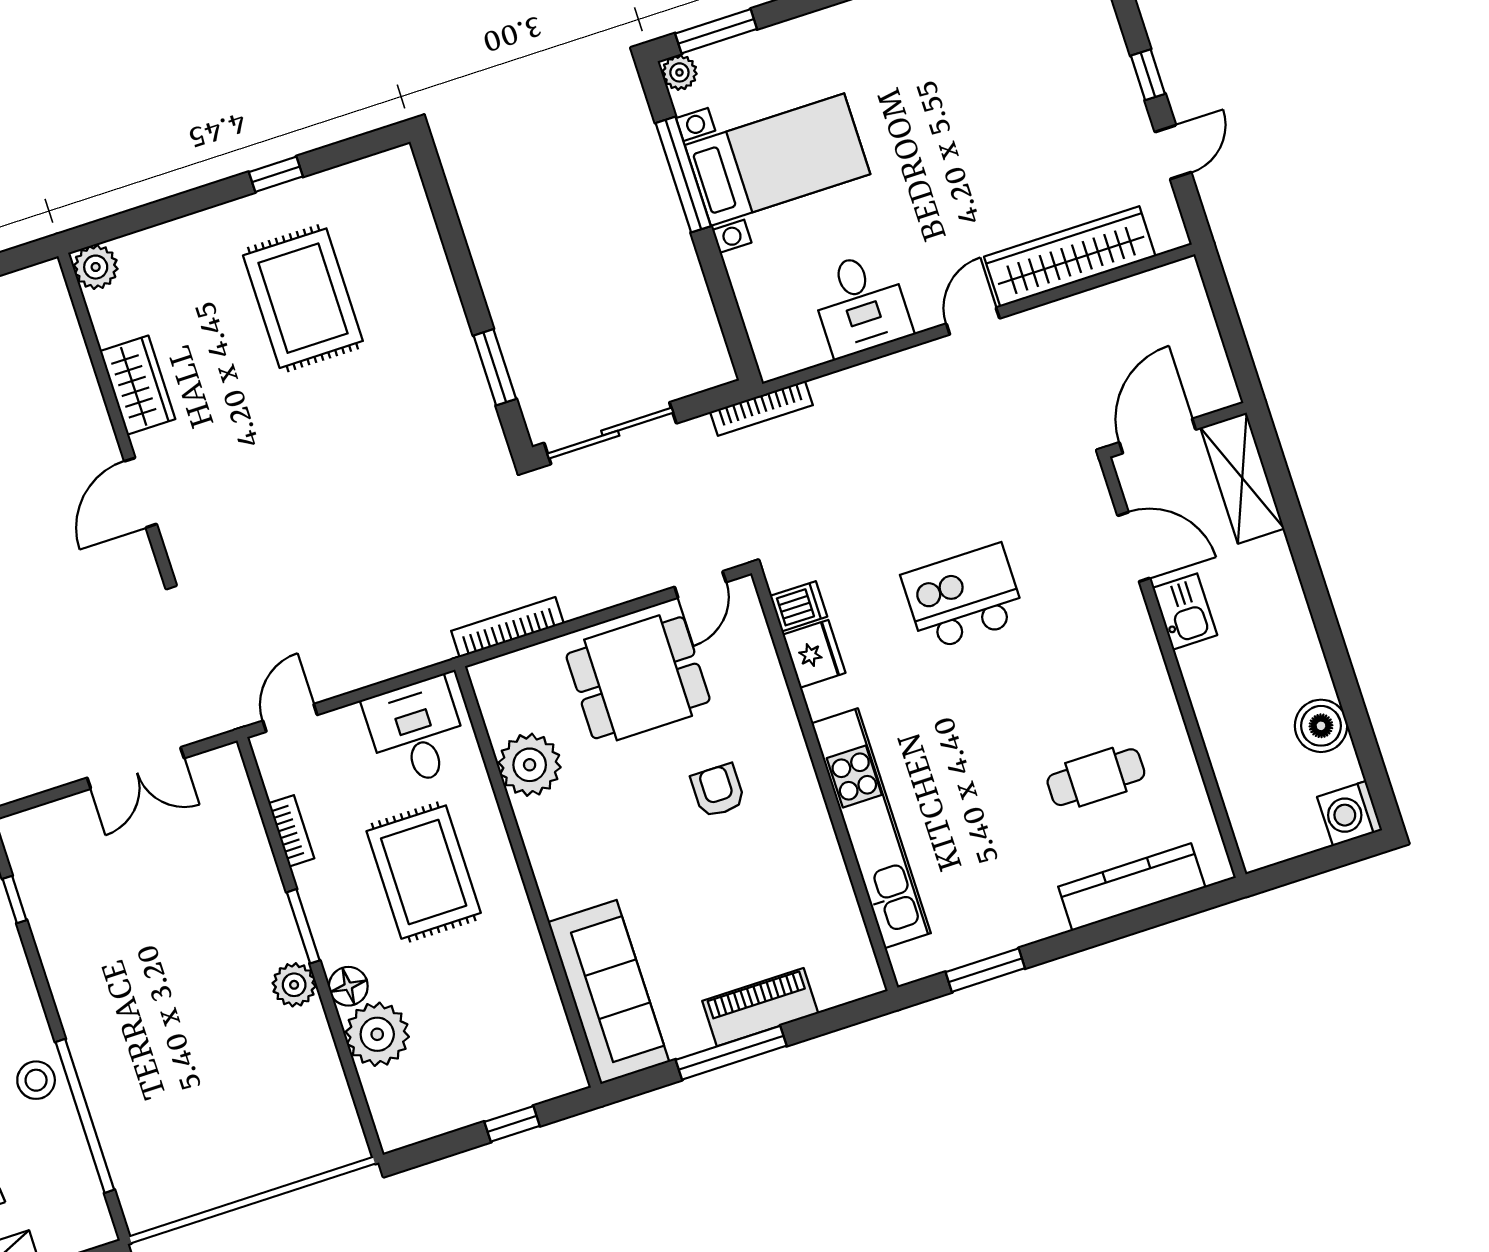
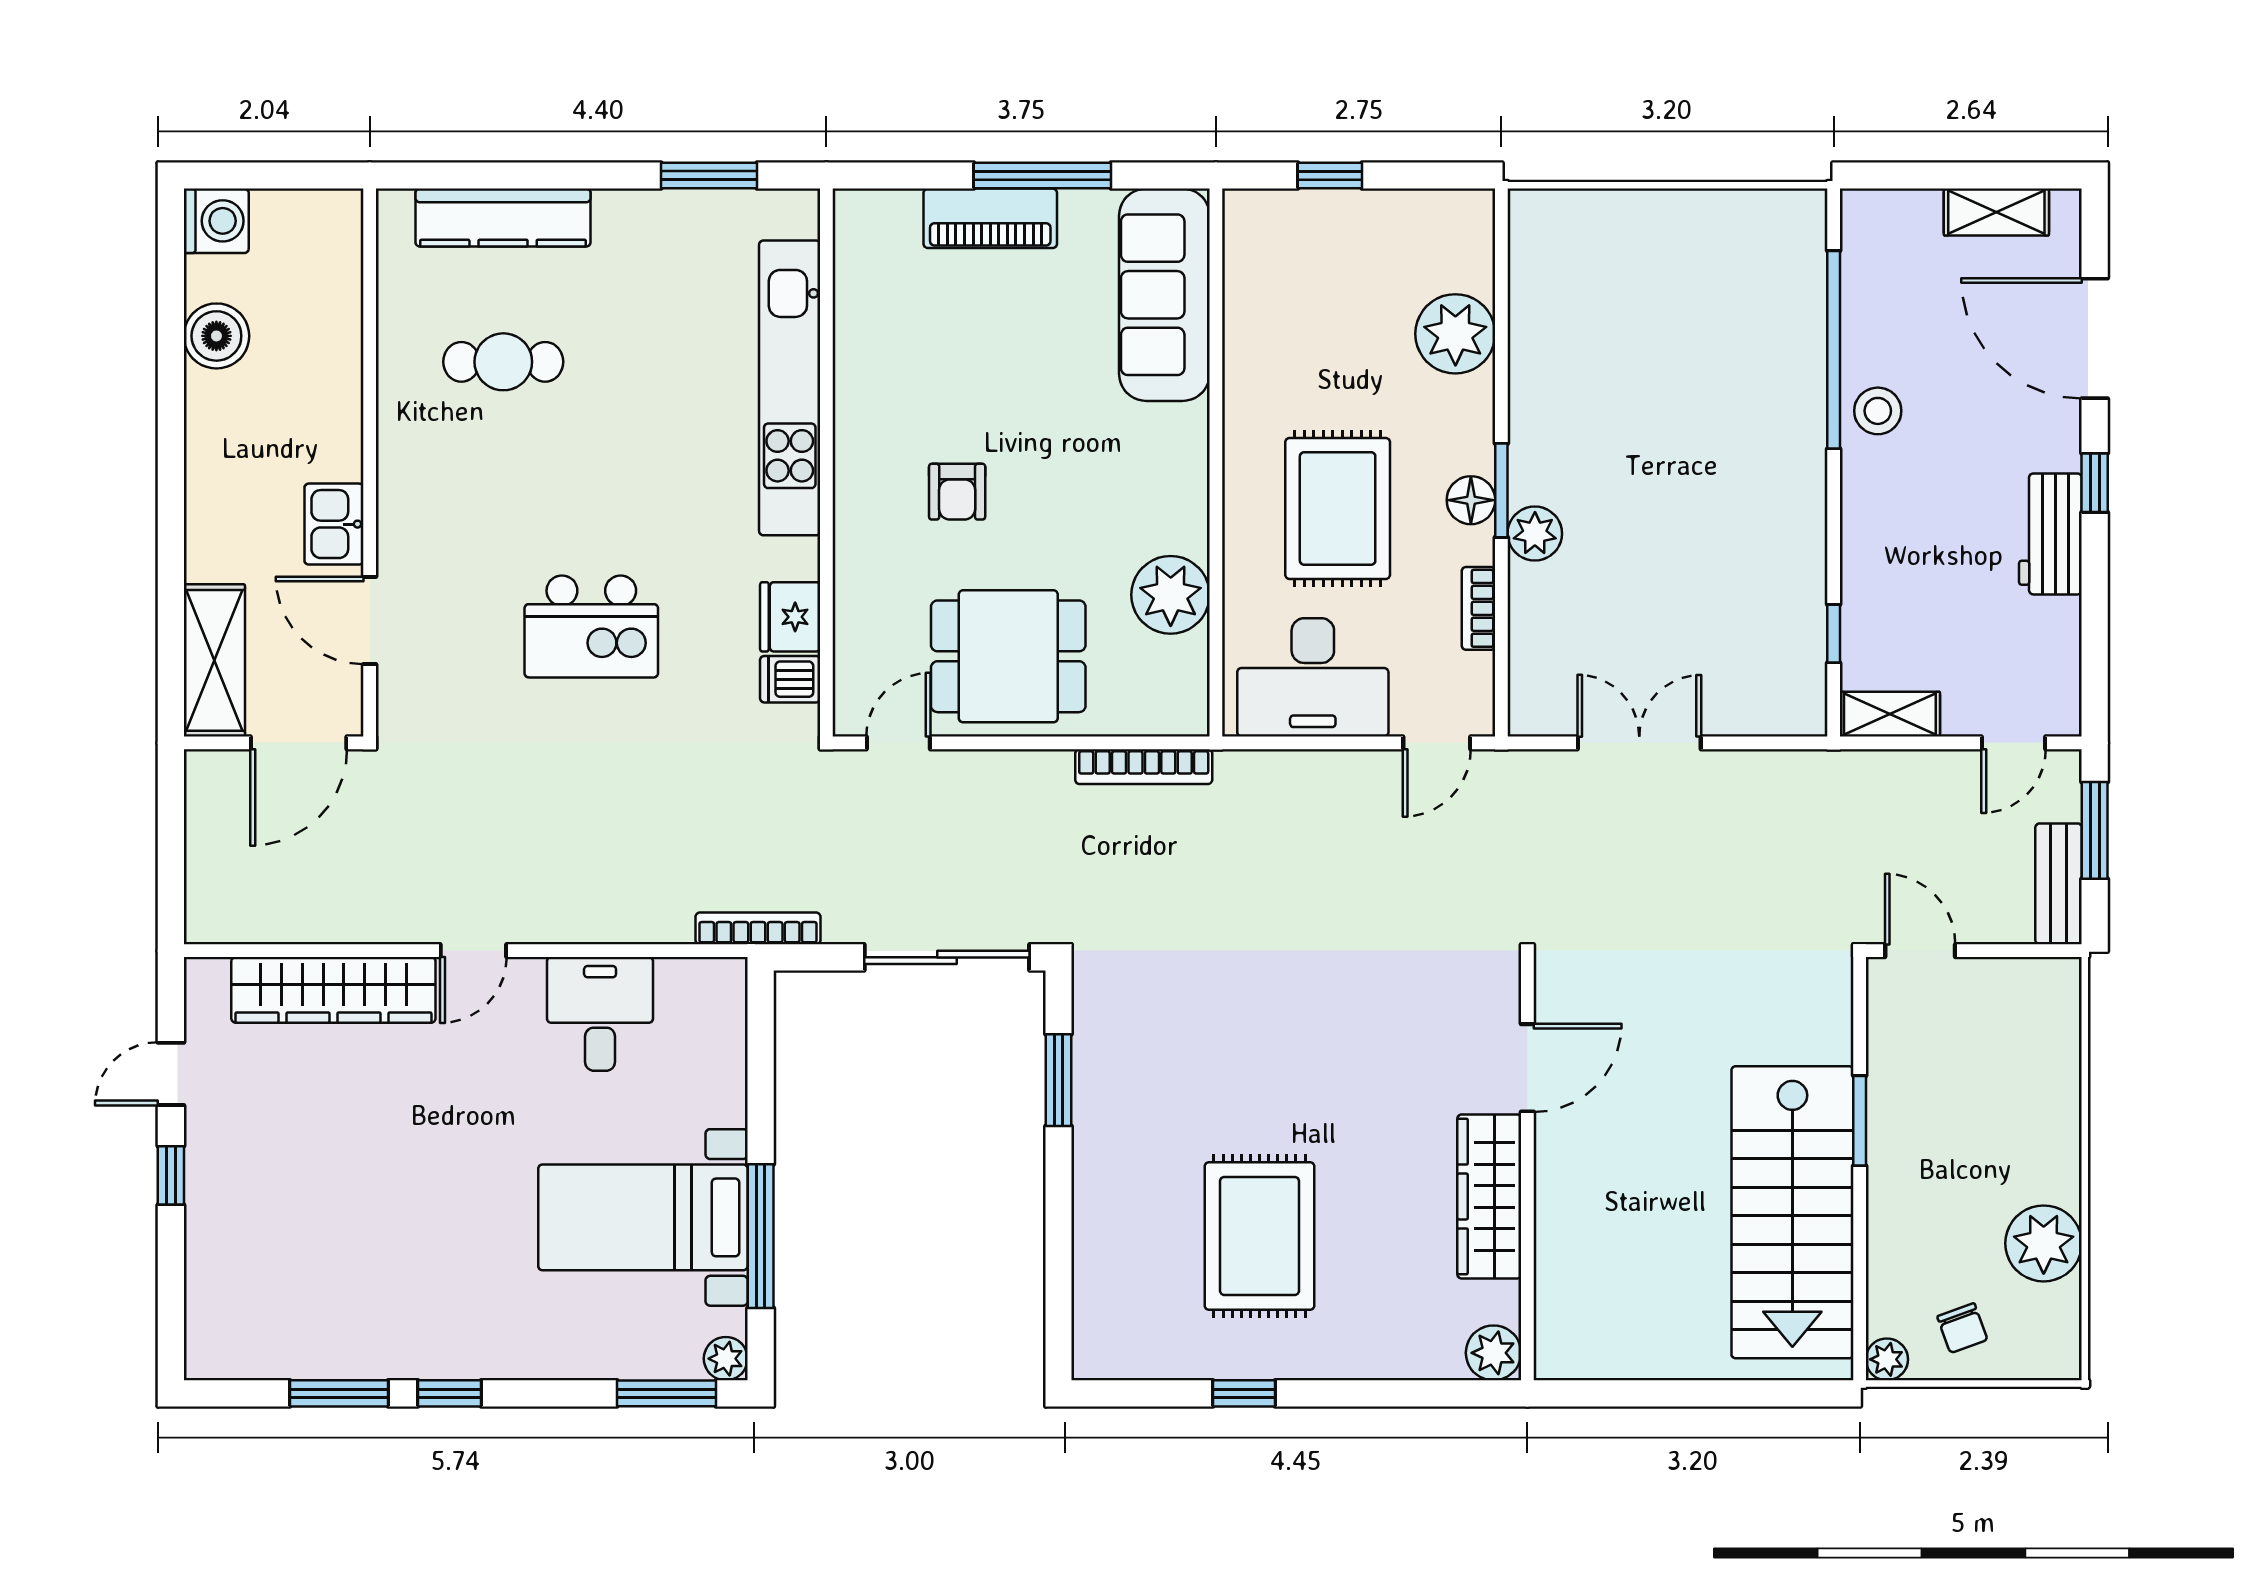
wardrobe: (138, 385) -> (1489, 1196), width x1.50
desk: (416, 732) -> (1313, 677), width x1.37
plant: (294, 985) -> (1535, 534), moved
floor lamp: (348, 986) -> (1471, 500), moved

